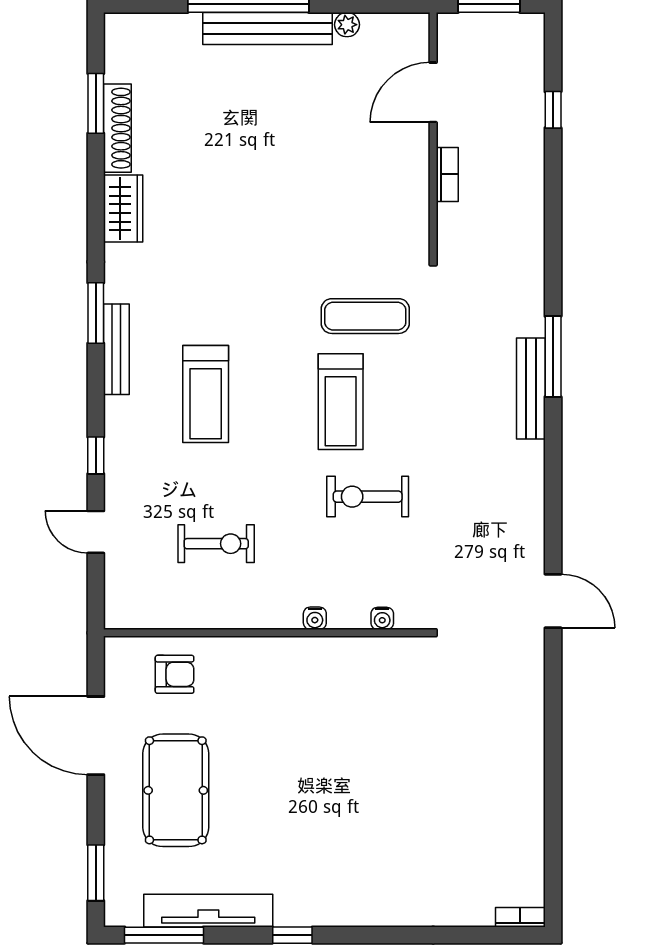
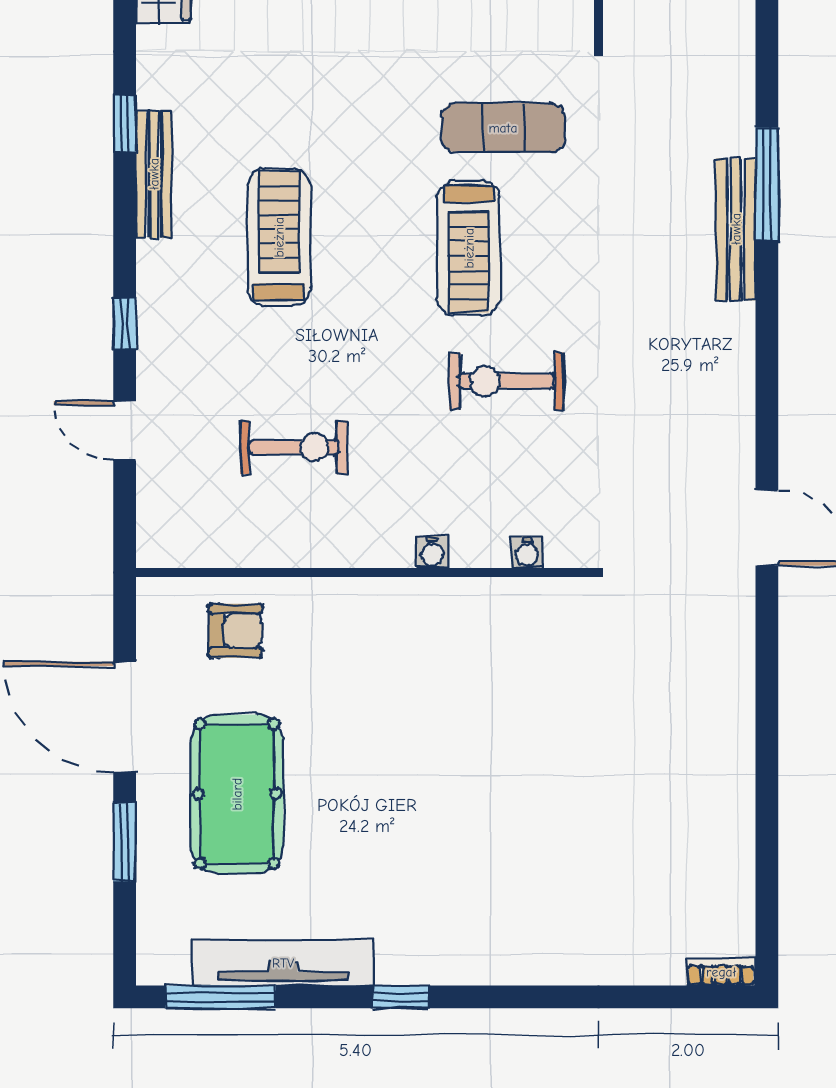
window: (96, 313) -> (125, 123), width x0.67
treadmill: (206, 394) -> (279, 237), turned 180
window: (96, 873) -> (125, 842), moved

